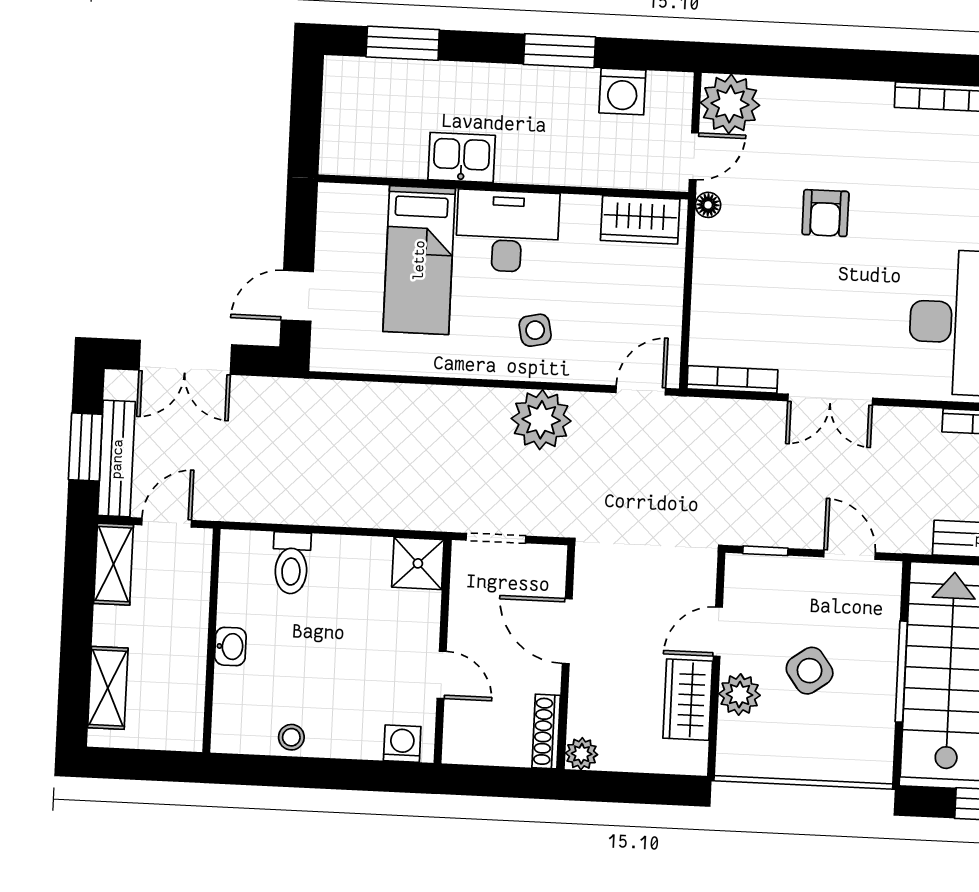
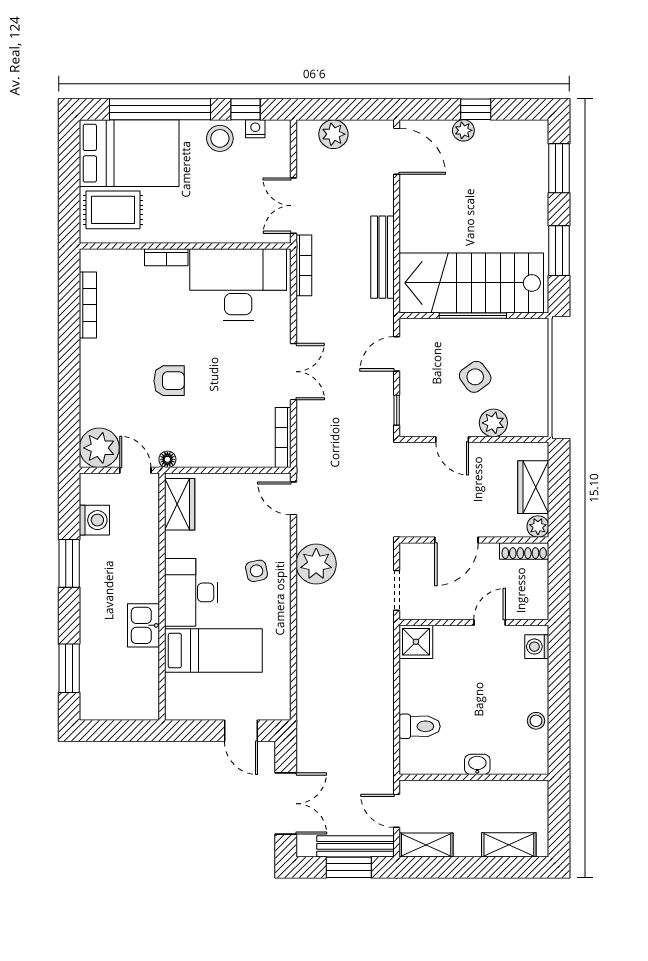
wardrobe: (688, 700) -> (533, 487), moved, turned 90

